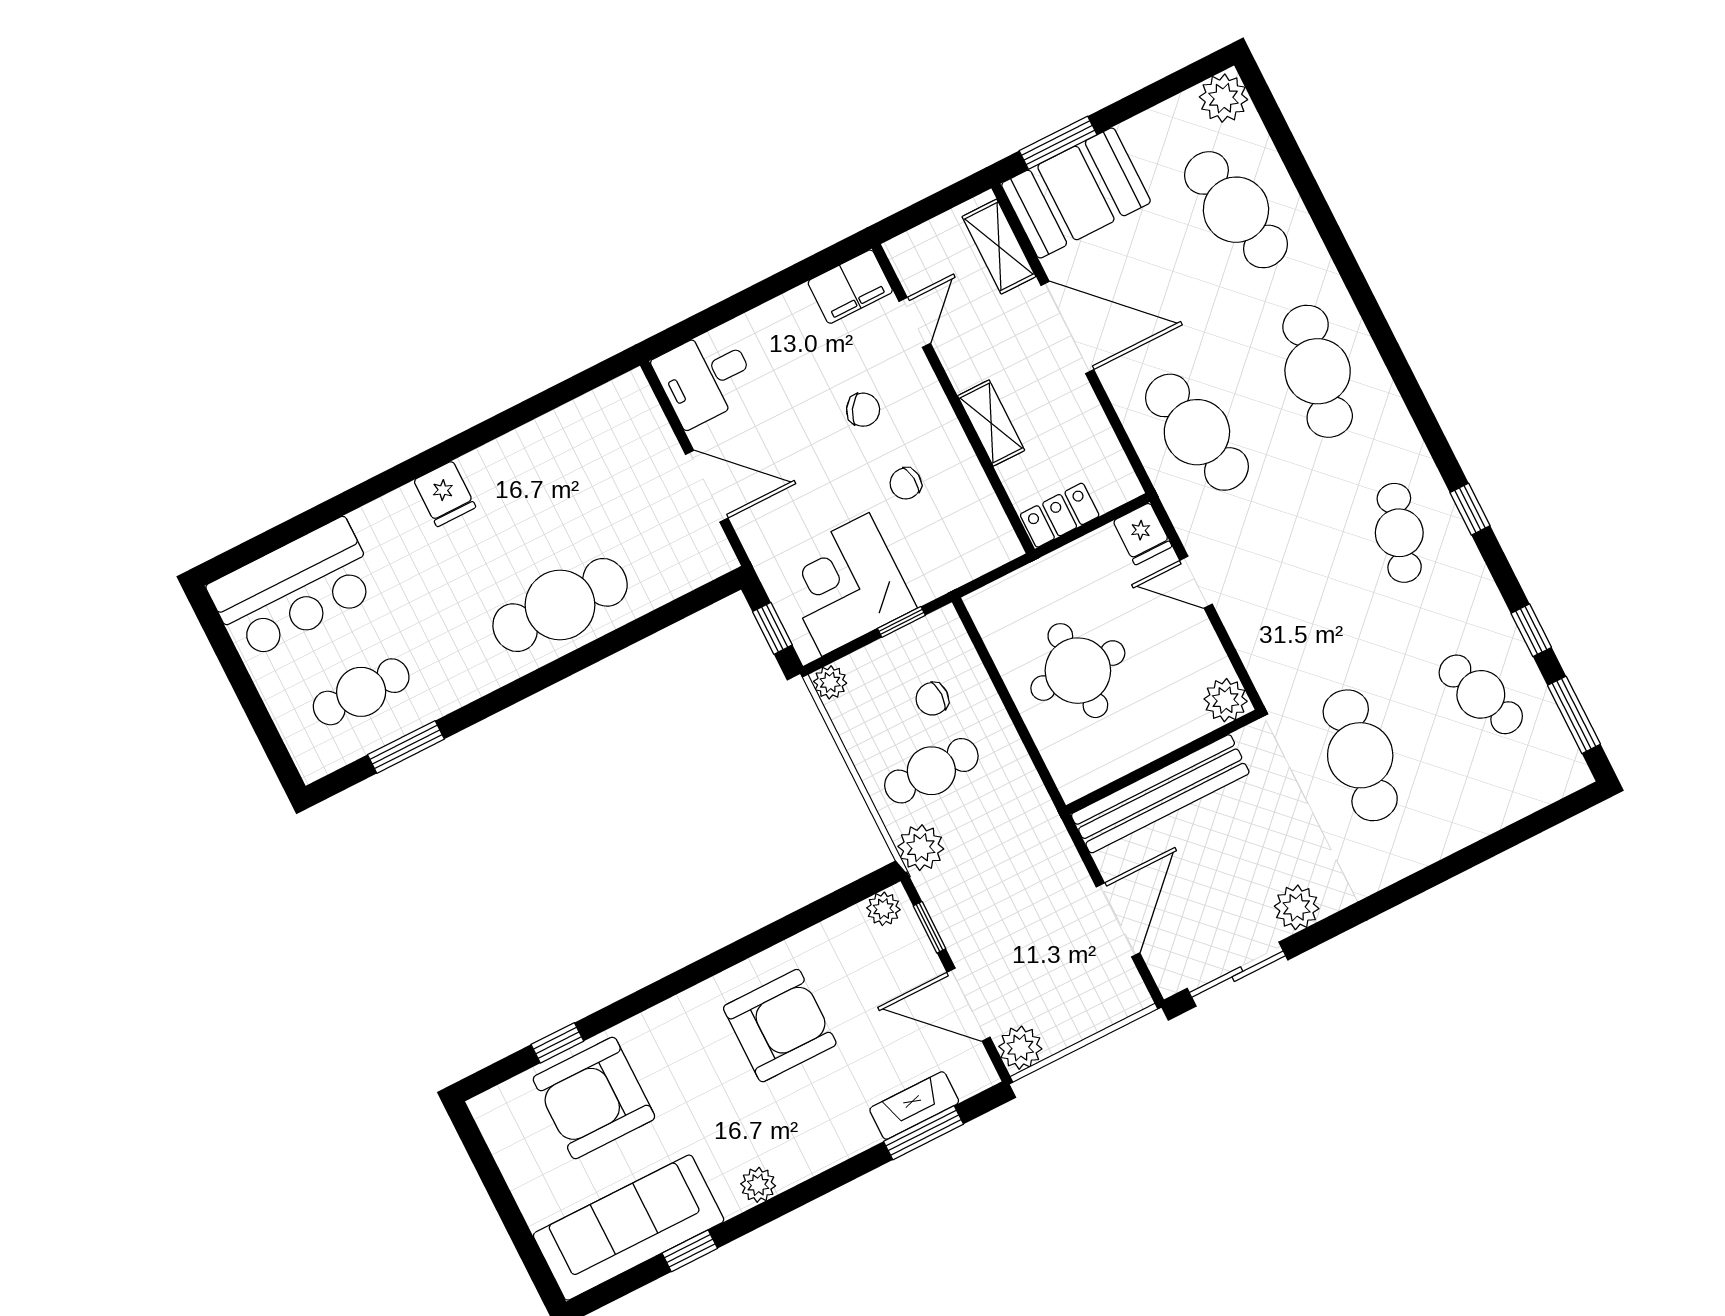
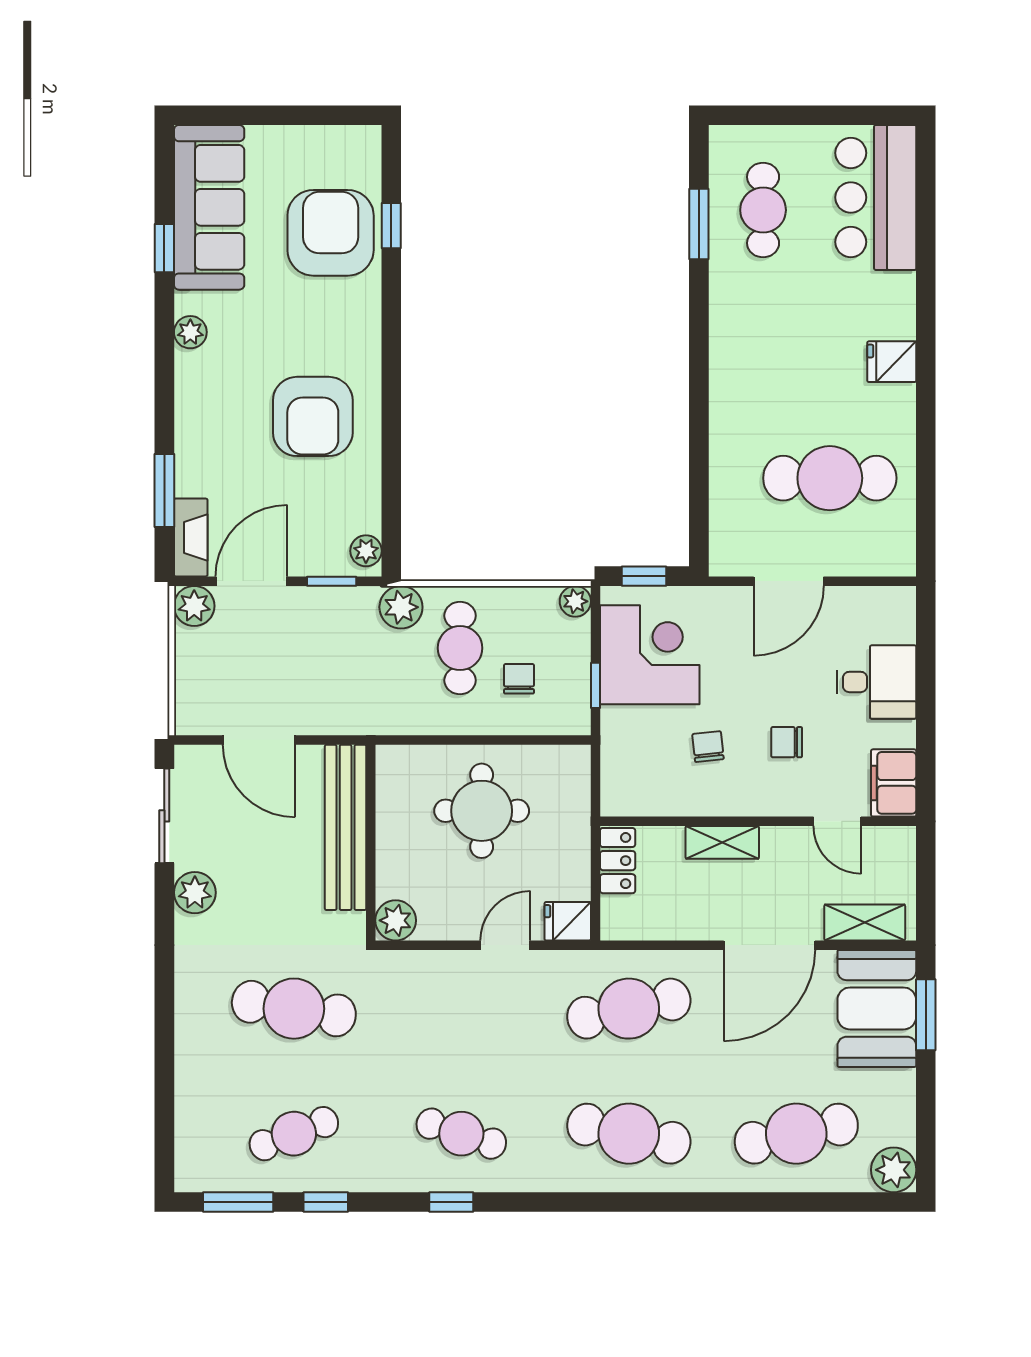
desk: (705, 377) -> (876, 682), moved, turned 90
chair: (863, 410) -> (787, 742), turned 58
cafe table: (560, 605) -> (830, 478), moved, turned 90
fireplace: (914, 1106) -> (191, 537), moved

